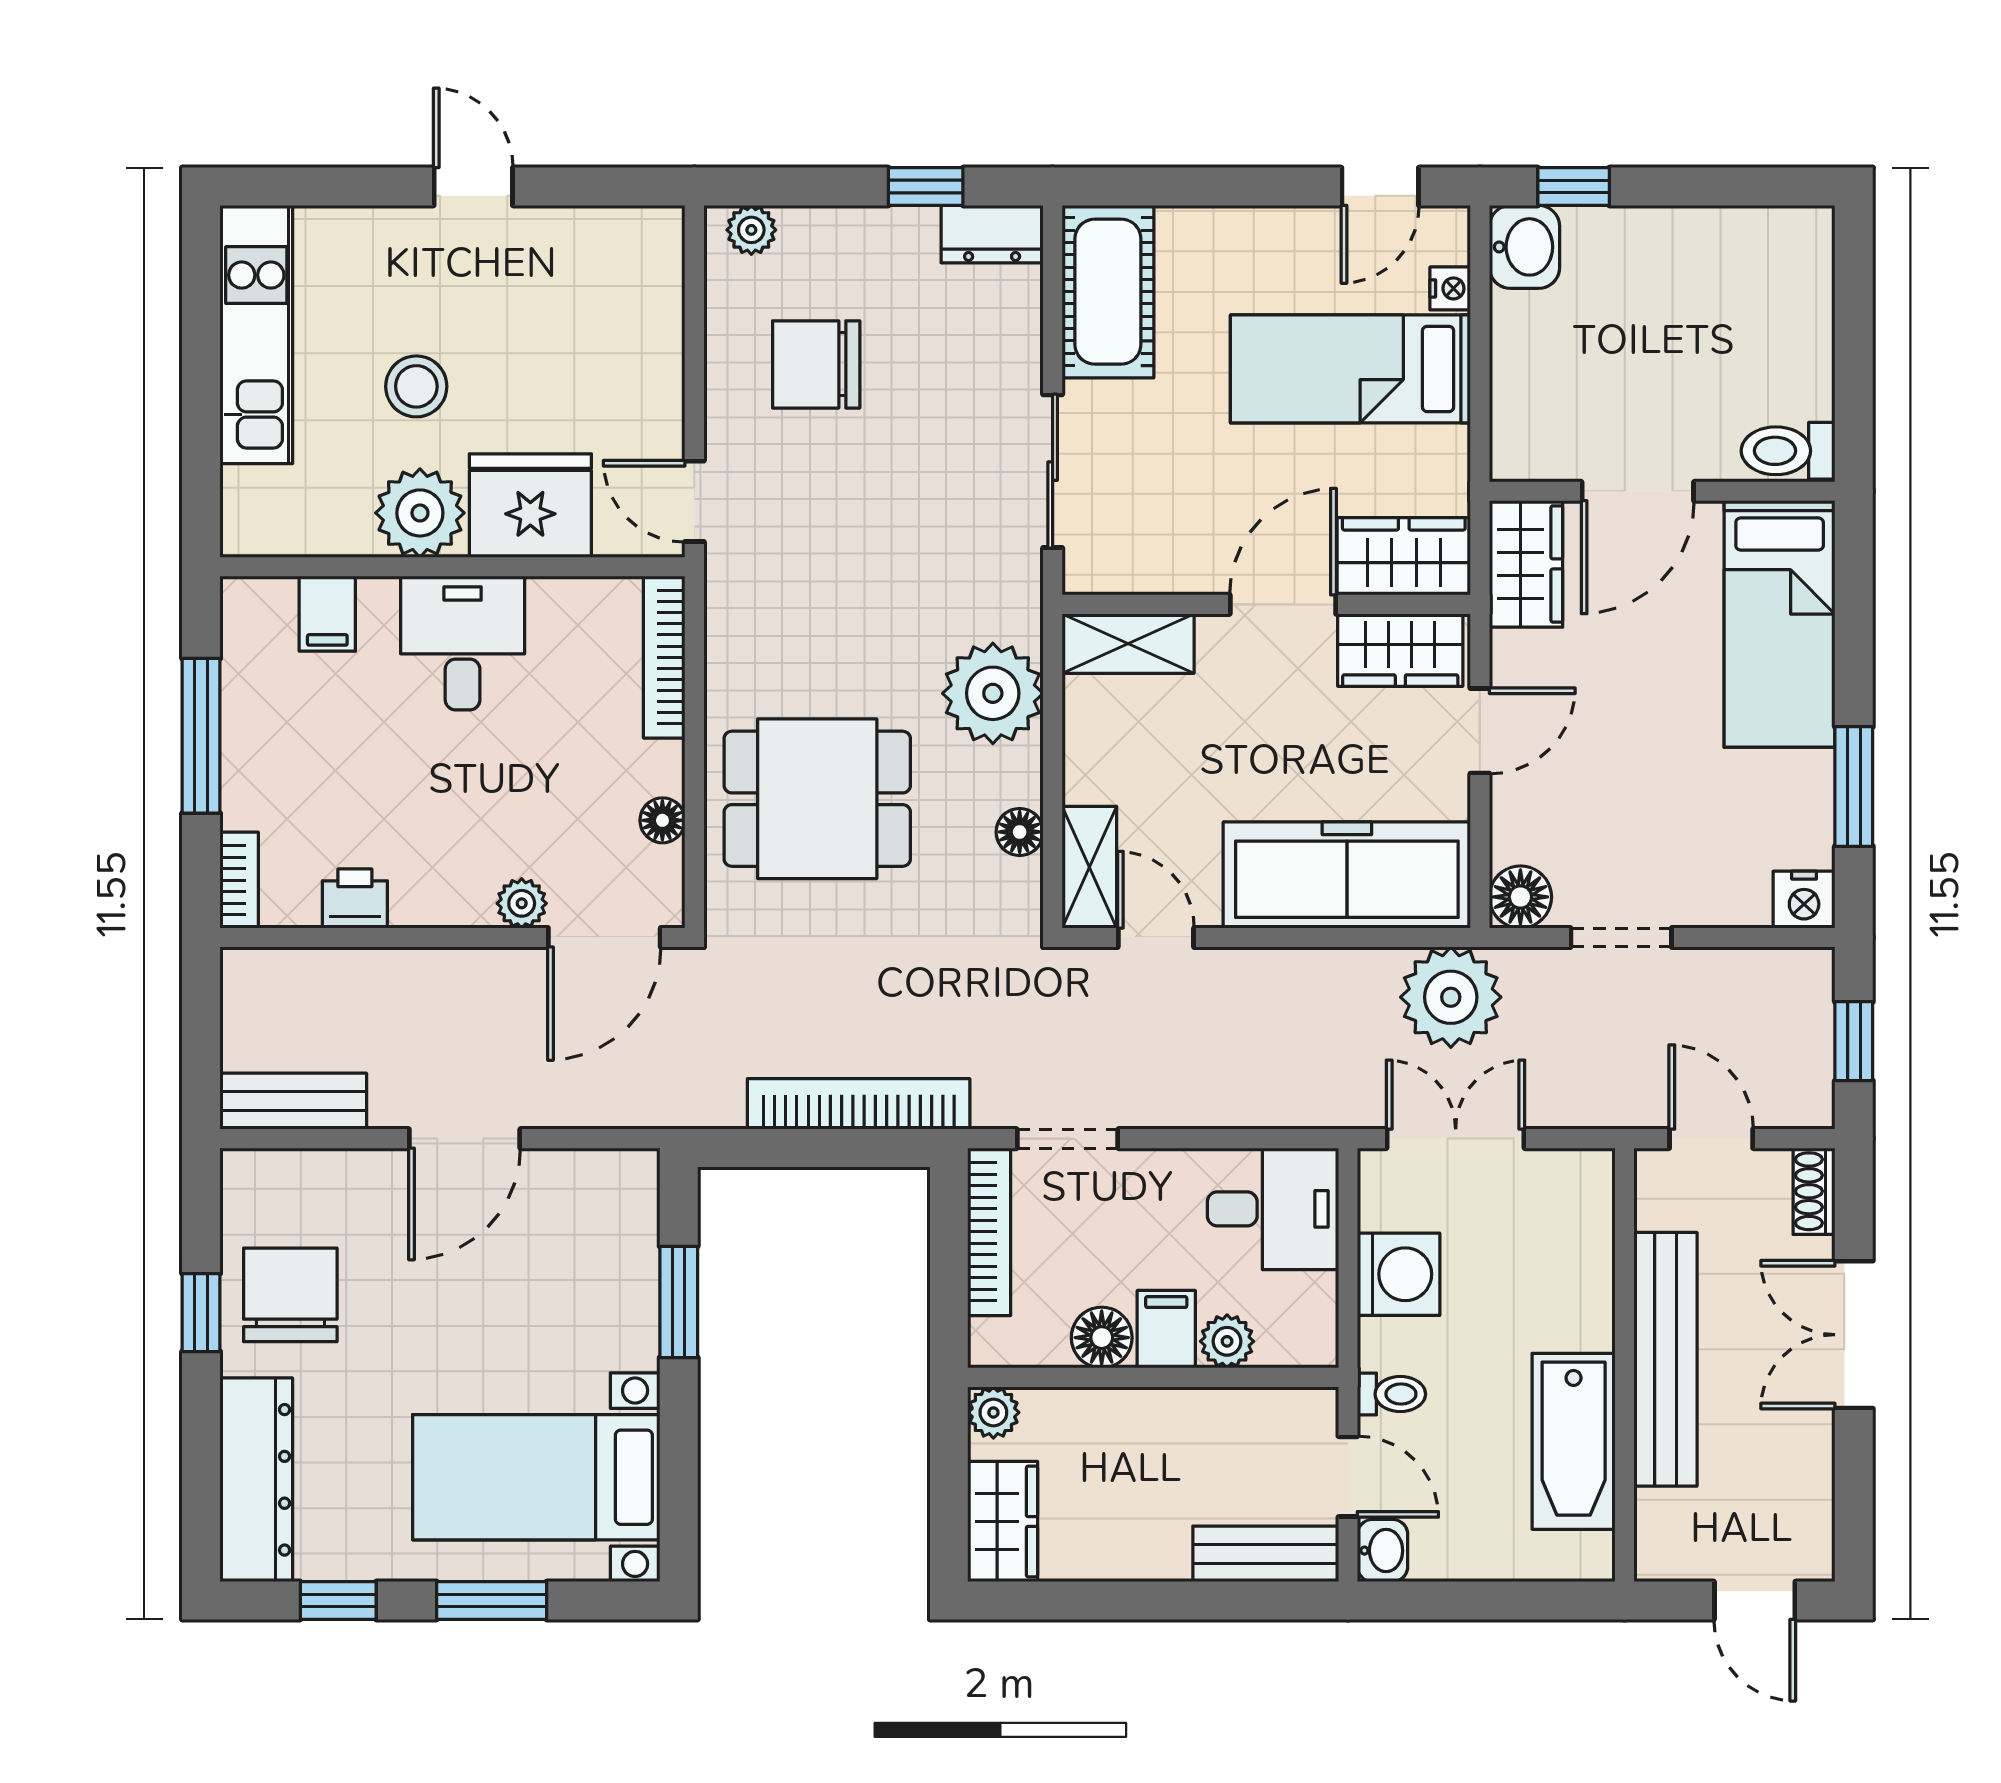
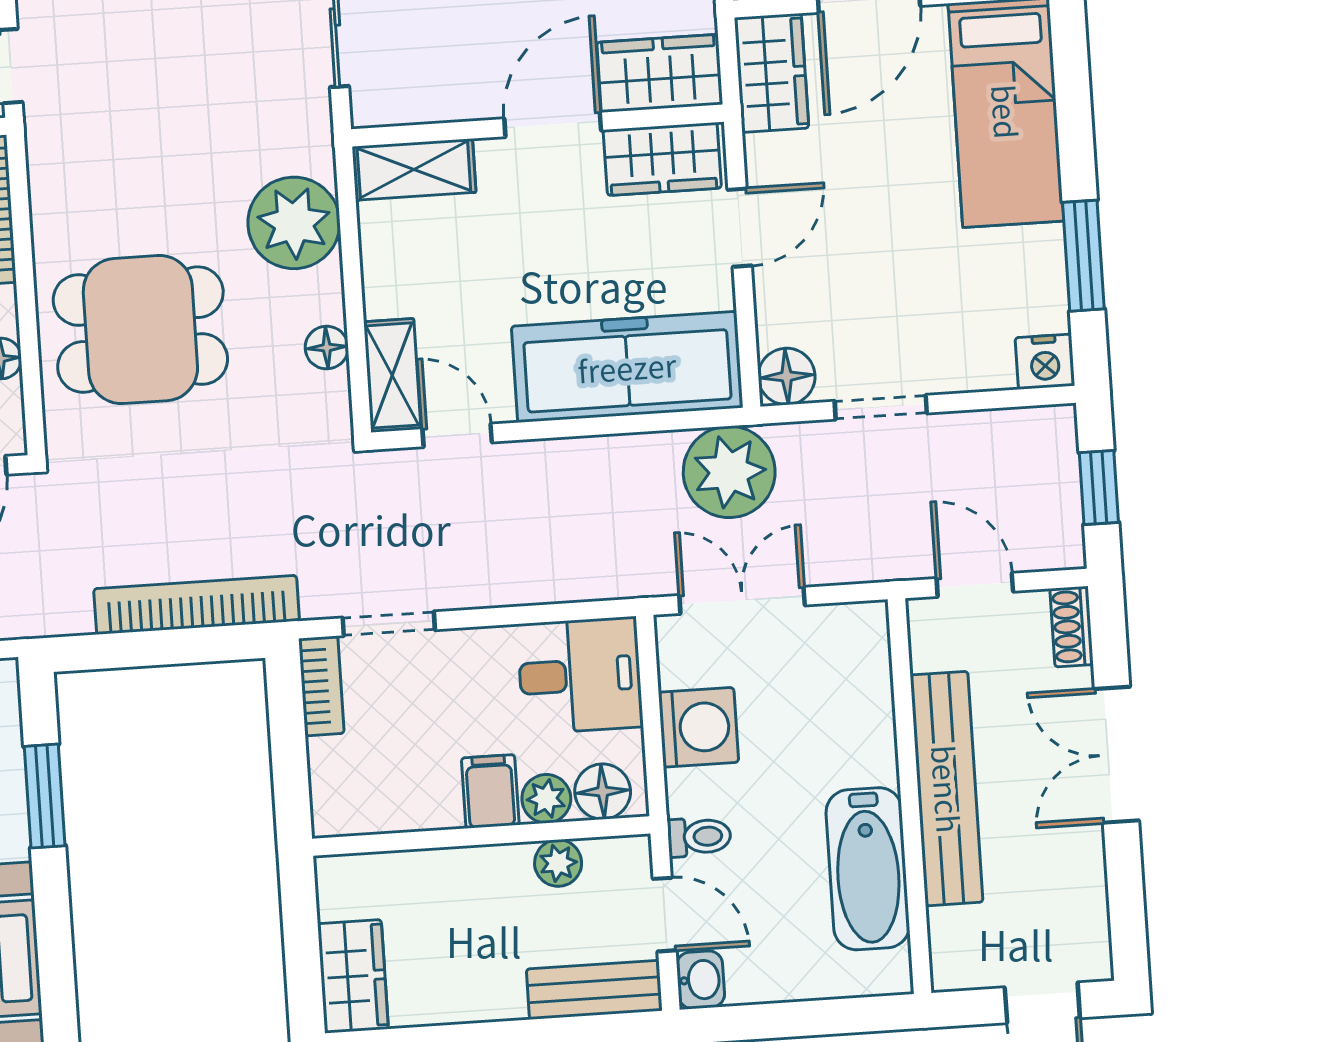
bookcase: (989, 1232) -> (321, 686), width x0.64
floor lamp: (1102, 1338) -> (603, 792), moved
plant: (993, 1412) -> (558, 863), moved

